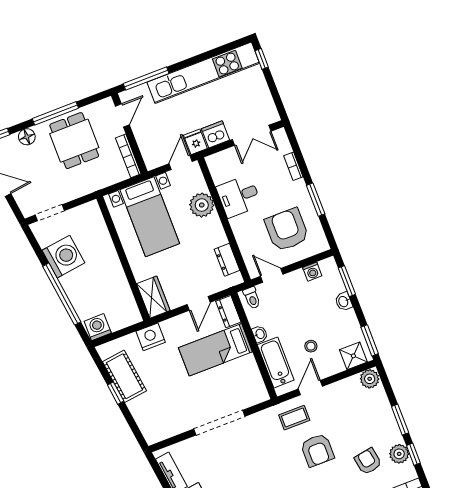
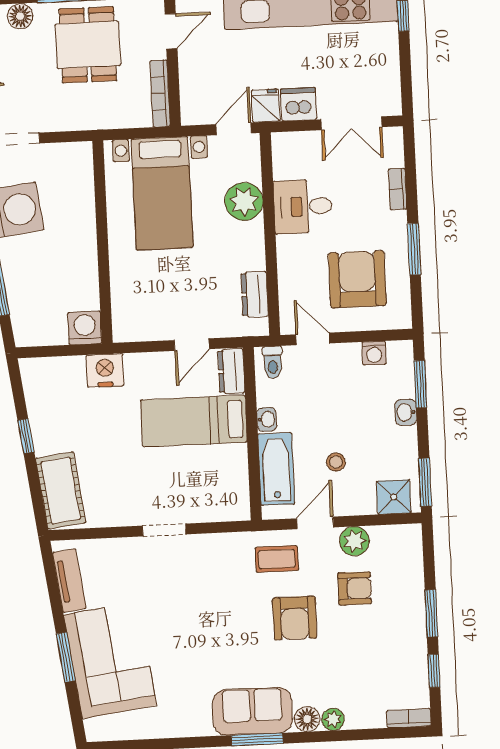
wardrobe: (153, 297) -> (128, 313), removed
washing machine: (98, 327) -> (85, 328), moved
cot: (124, 376) -> (61, 490), moved
plant: (370, 379) -> (354, 541), moved
doorway: (219, 423) -> (164, 530), width x0.53
plant: (399, 454) -> (413, 663), removed
armchair: (368, 461) -> (355, 588), moved, turned 100

